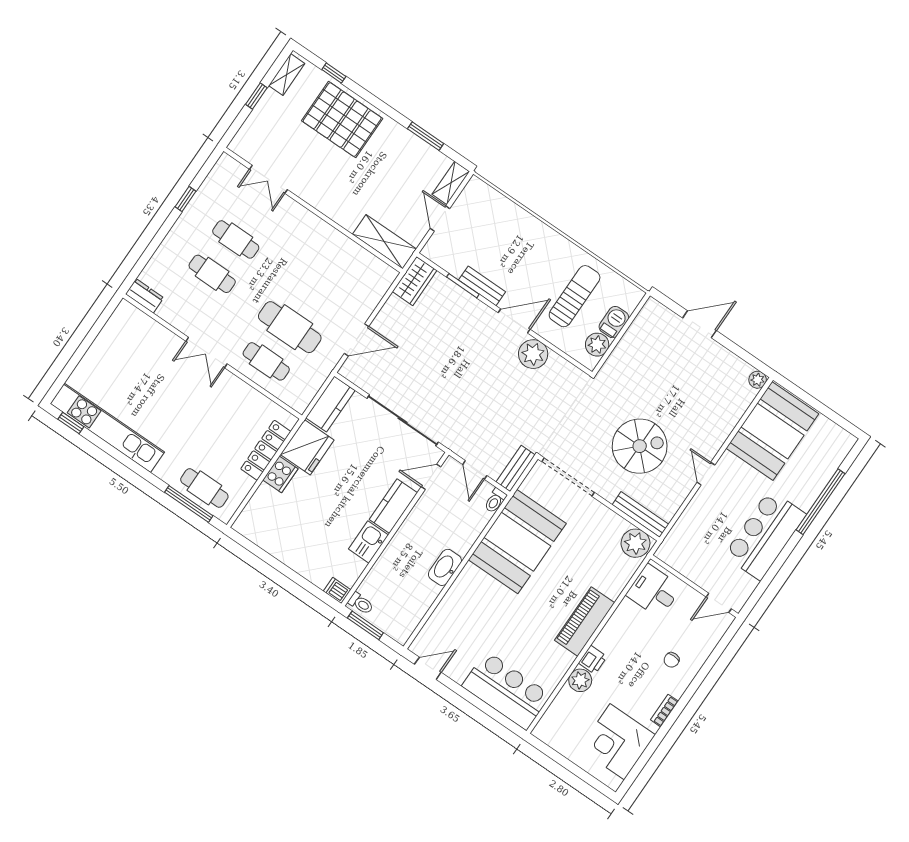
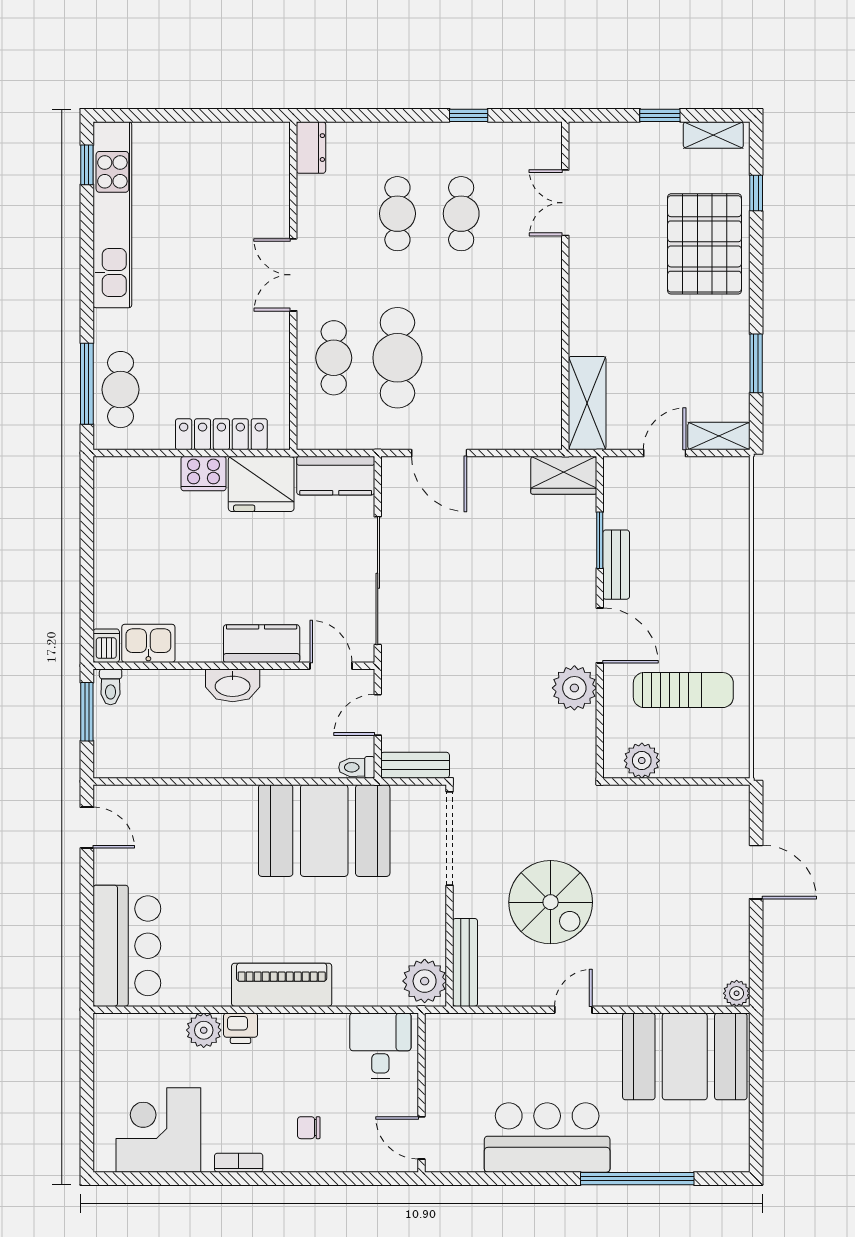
barbecue: (614, 322) -> (685, 762), removed
kitchen sink: (368, 542) -> (148, 643), moved
washbasin: (445, 567) -> (233, 685), moved, turned 180

